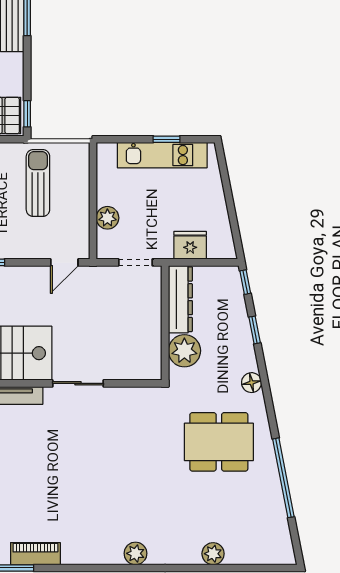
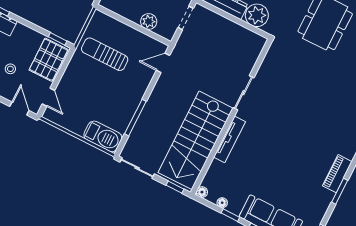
door: (64, 262) -> (163, 63), swing flipped

